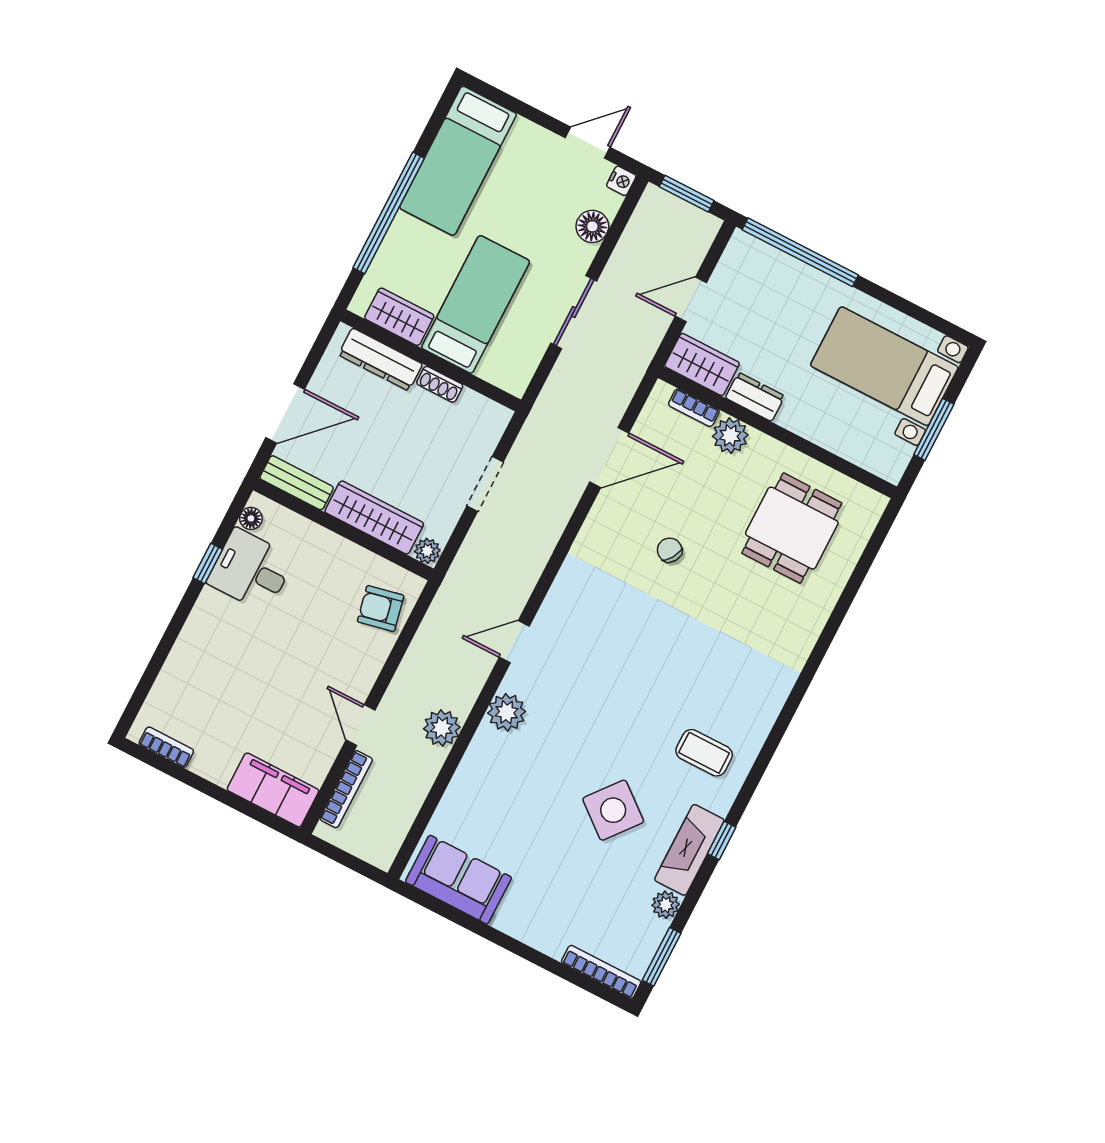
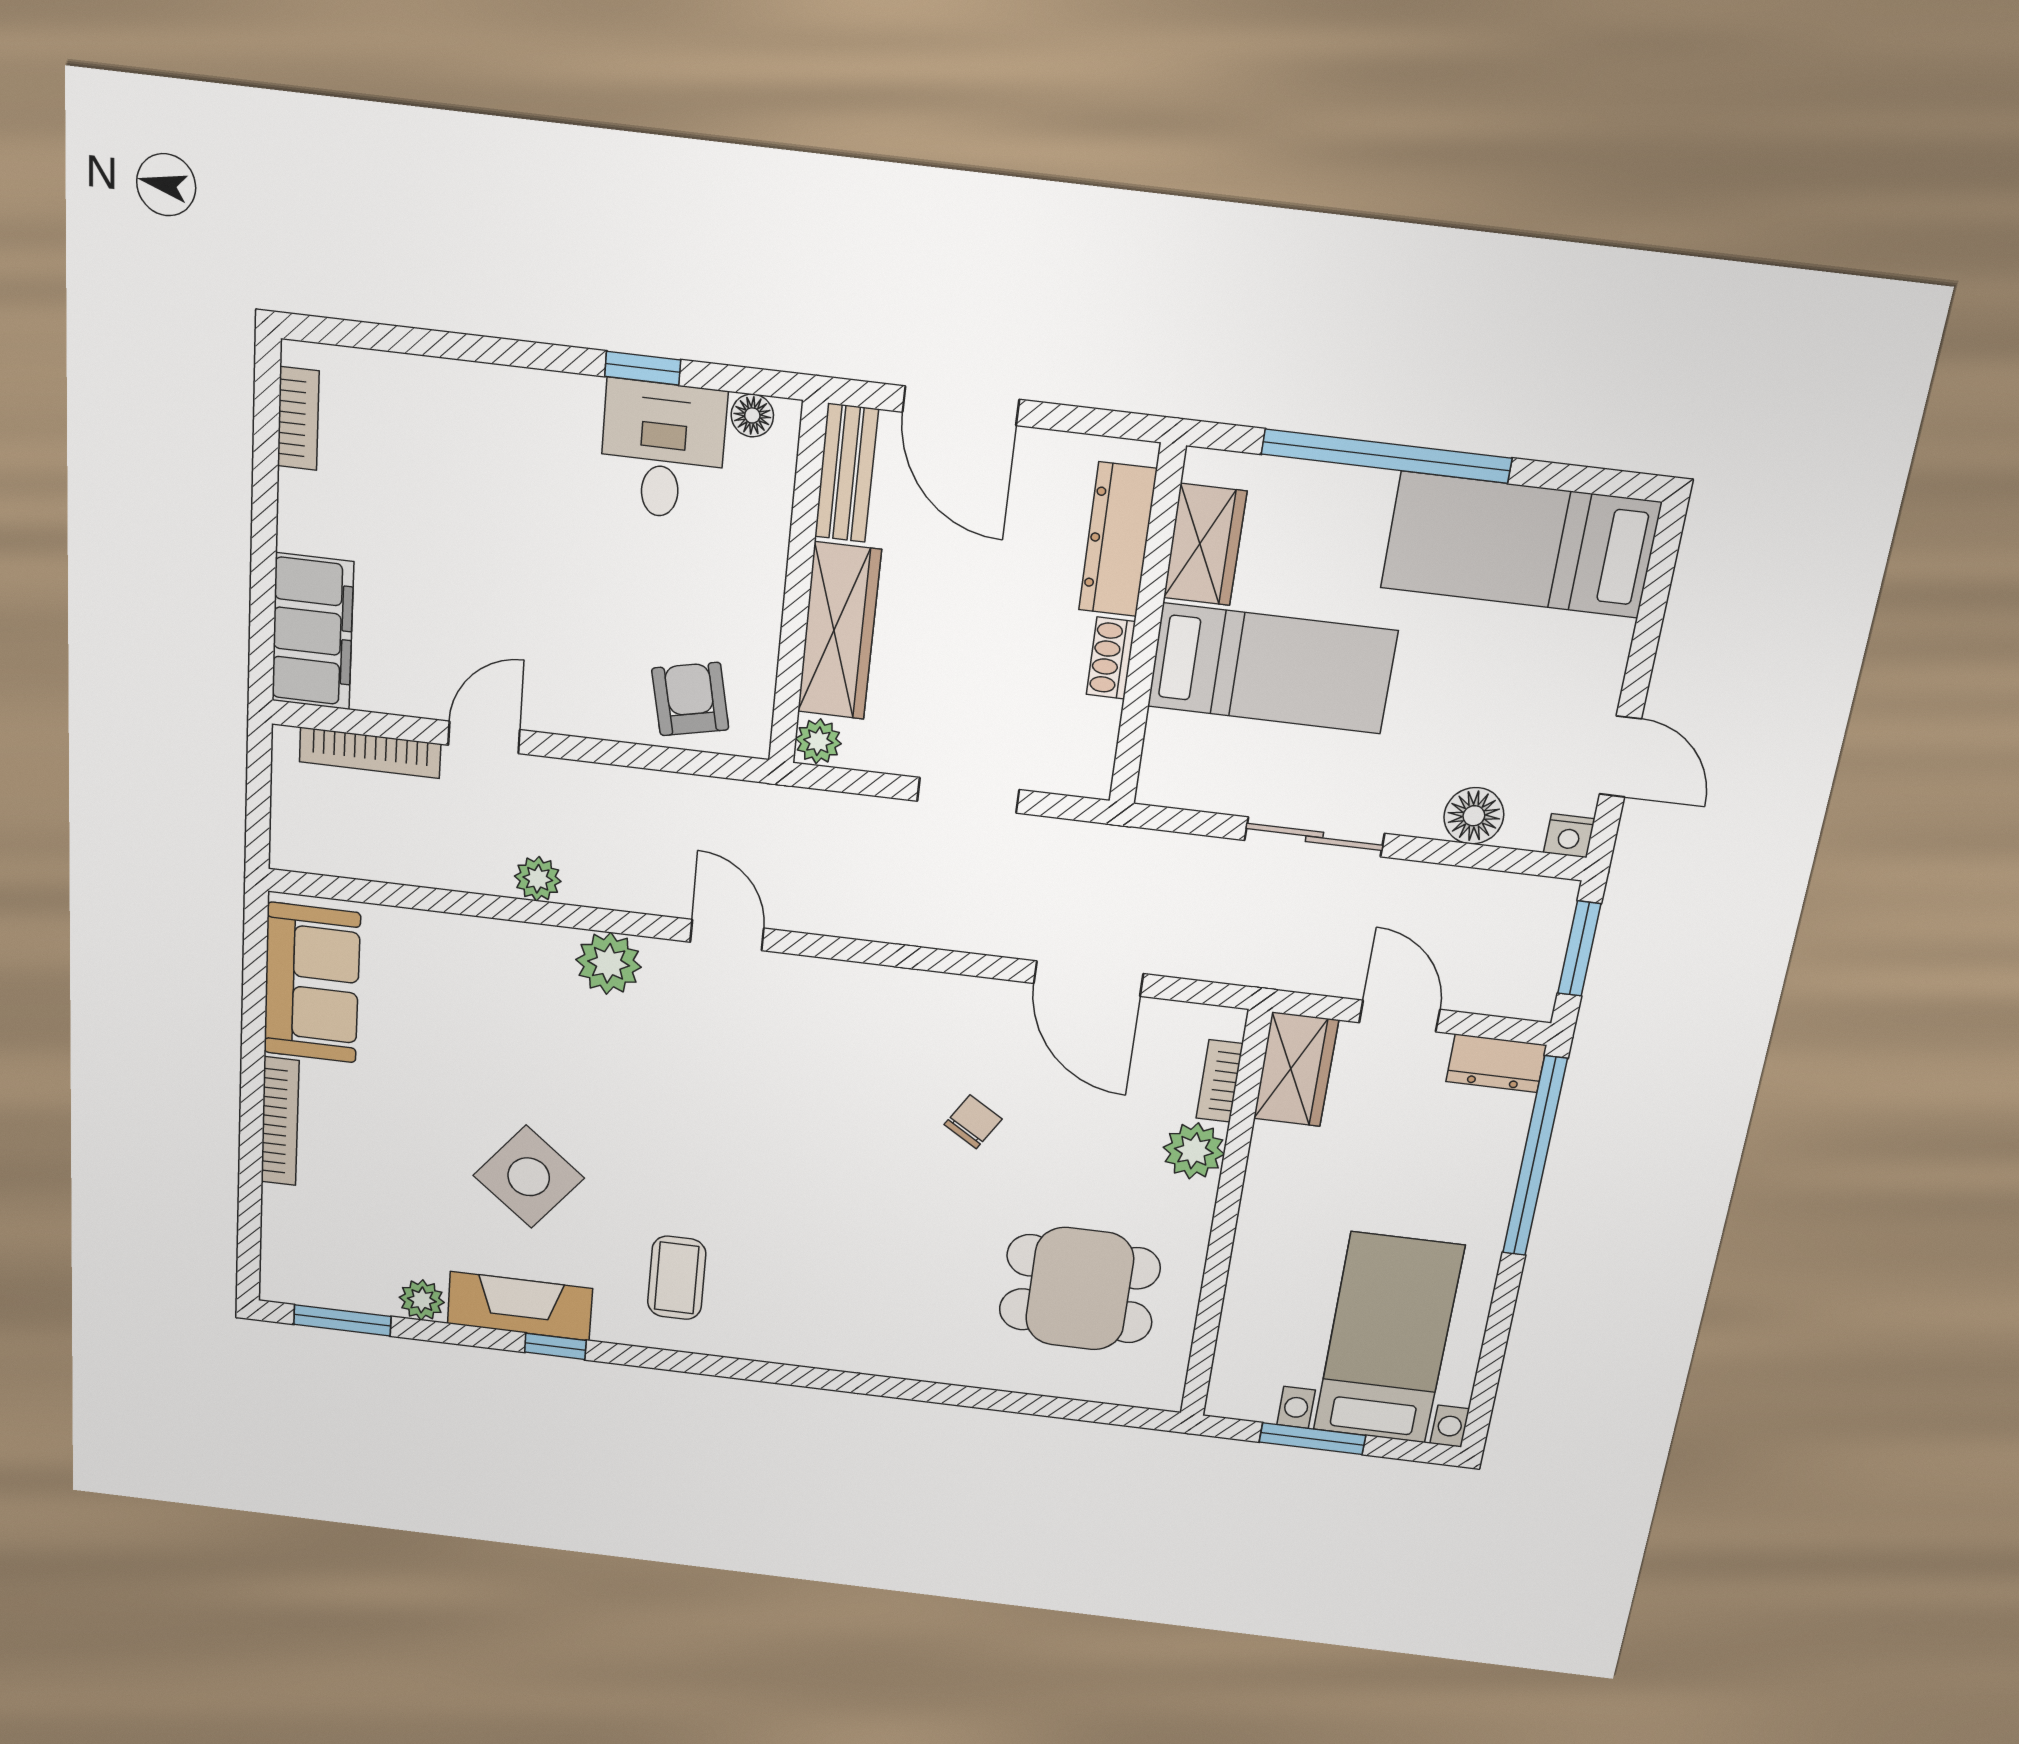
dresser: (755, 397) -> (1496, 1063), moved, turned 90
plant: (442, 728) -> (538, 879), width x0.73, depth x0.73
bookcase: (601, 972) -> (280, 1121), moved

